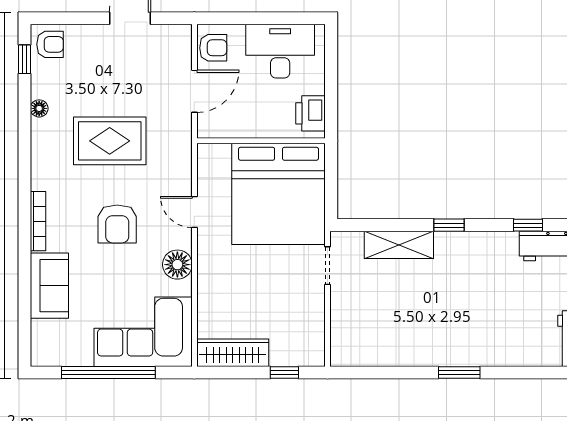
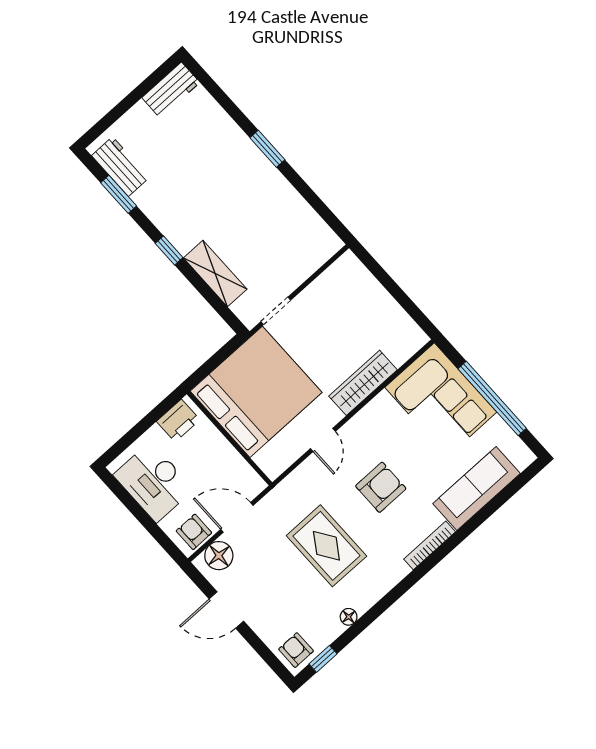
window: (528, 225) -> (119, 194), width x1.50
floor lamp: (177, 265) -> (219, 556), moved
sofa: (49, 286) -> (477, 488), width x1.36
wardrobe: (233, 353) -> (363, 383), moved, turned 90
window: (284, 373) -> (379, 273), removed

